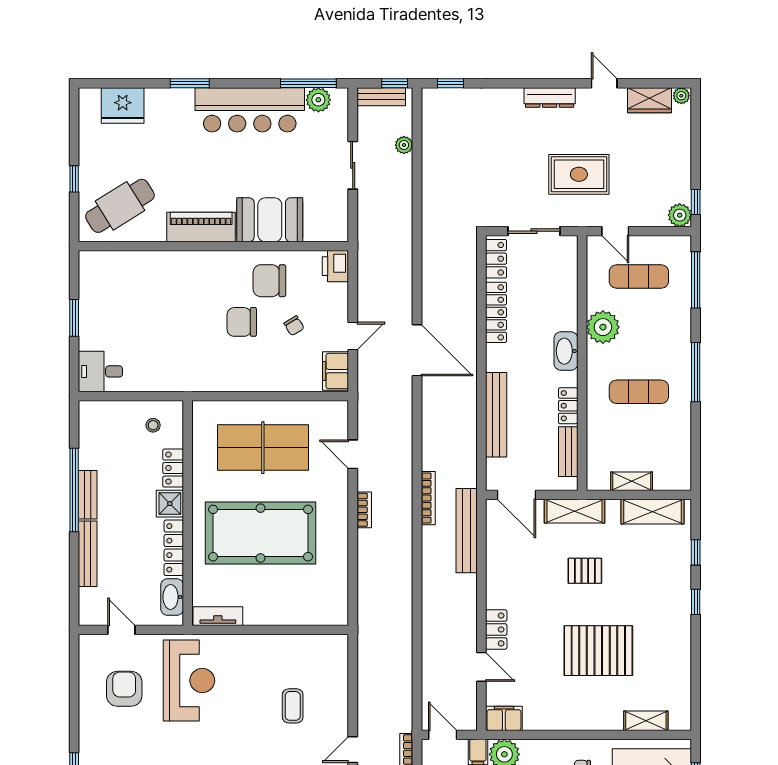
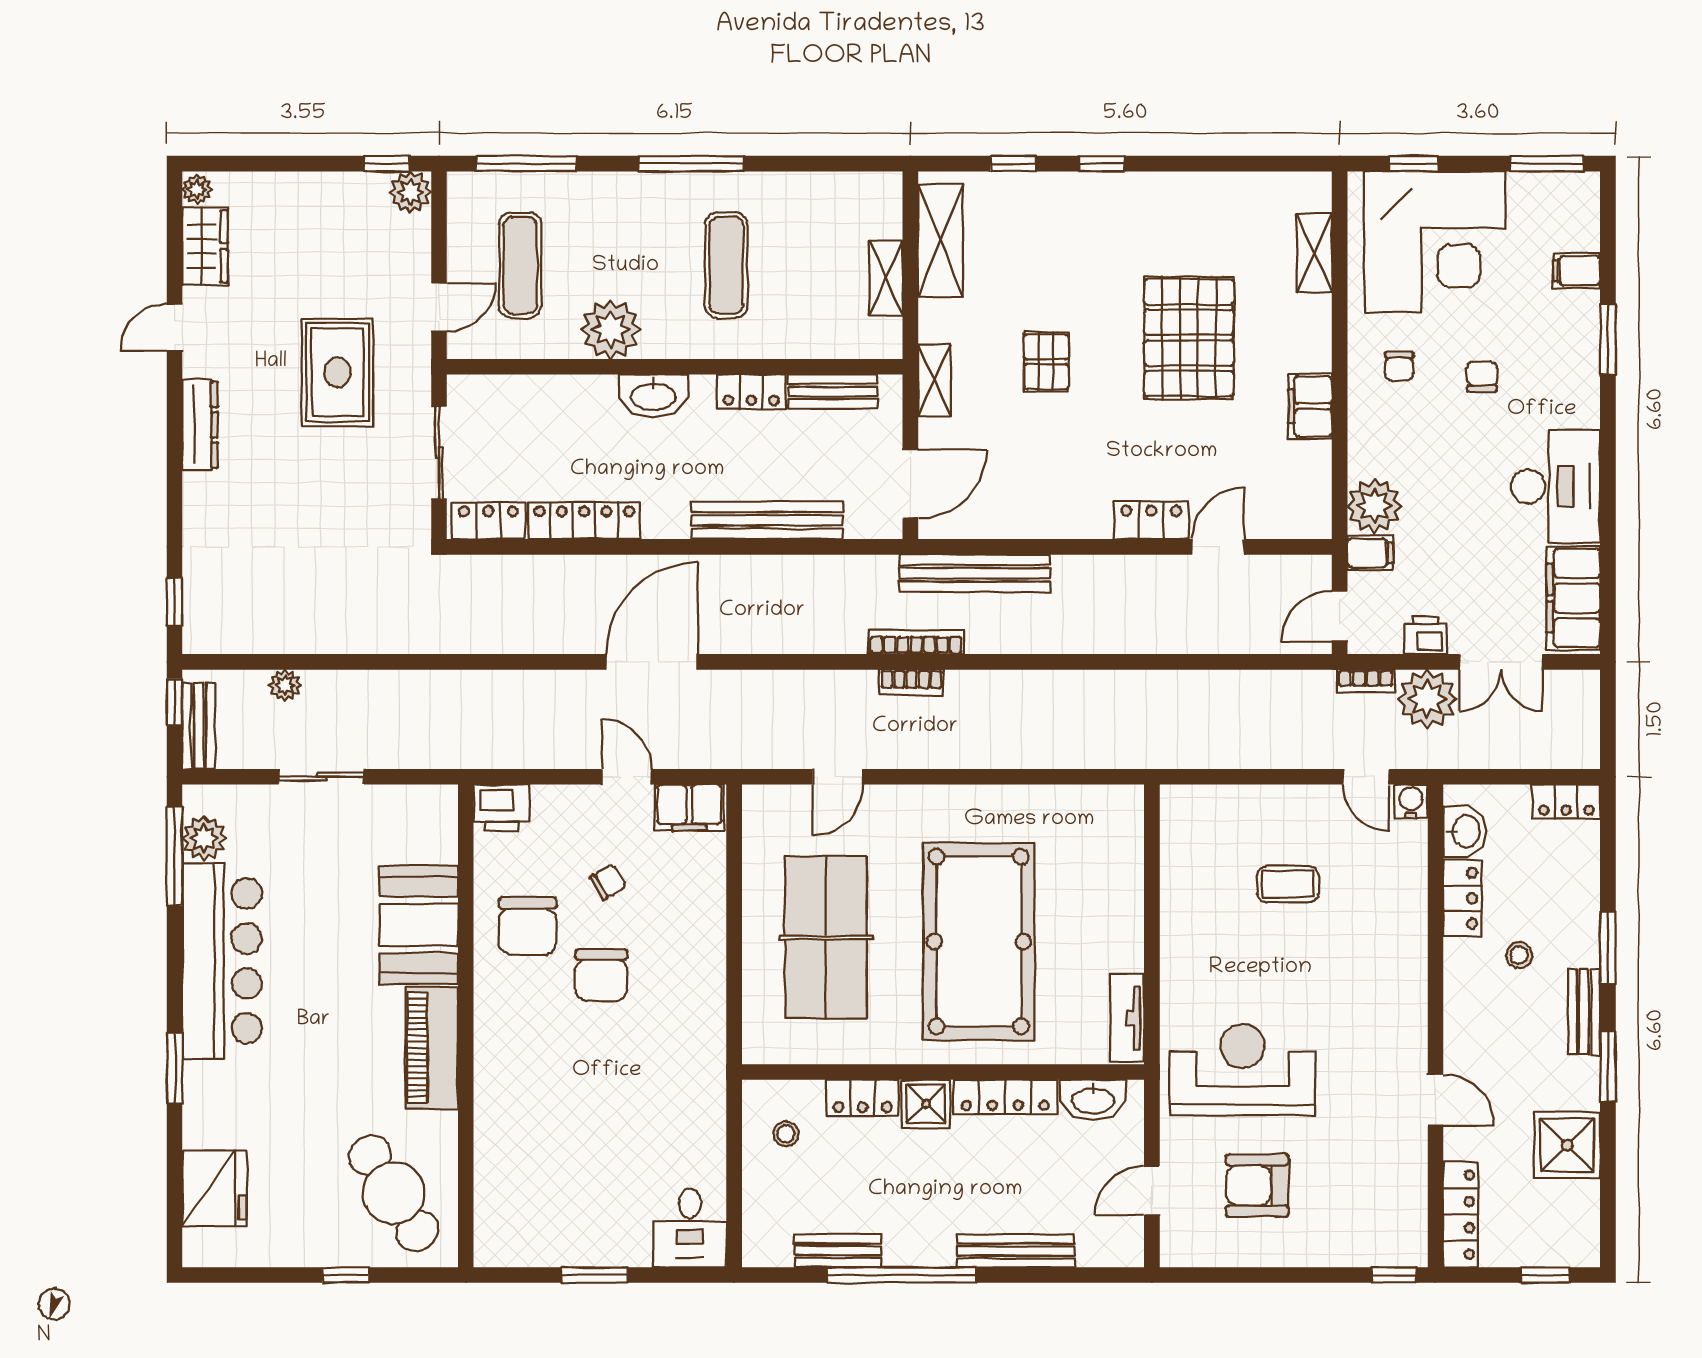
bench: (88, 495) -> (838, 1251), moved
bookcase: (364, 510) -> (912, 682), moved, turned 180
shelving: (575, 511) -> (934, 380), width x0.67, depth x0.75
filing cabinet: (504, 718) -> (1310, 406), moved

